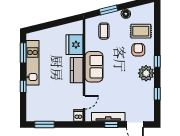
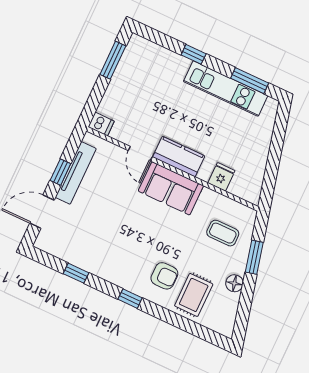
fridge: (75, 45) -> (221, 177), width x0.53, depth x0.75
plant: (146, 73) -> (119, 271), removed
door: (84, 102) -> (140, 154), moved

